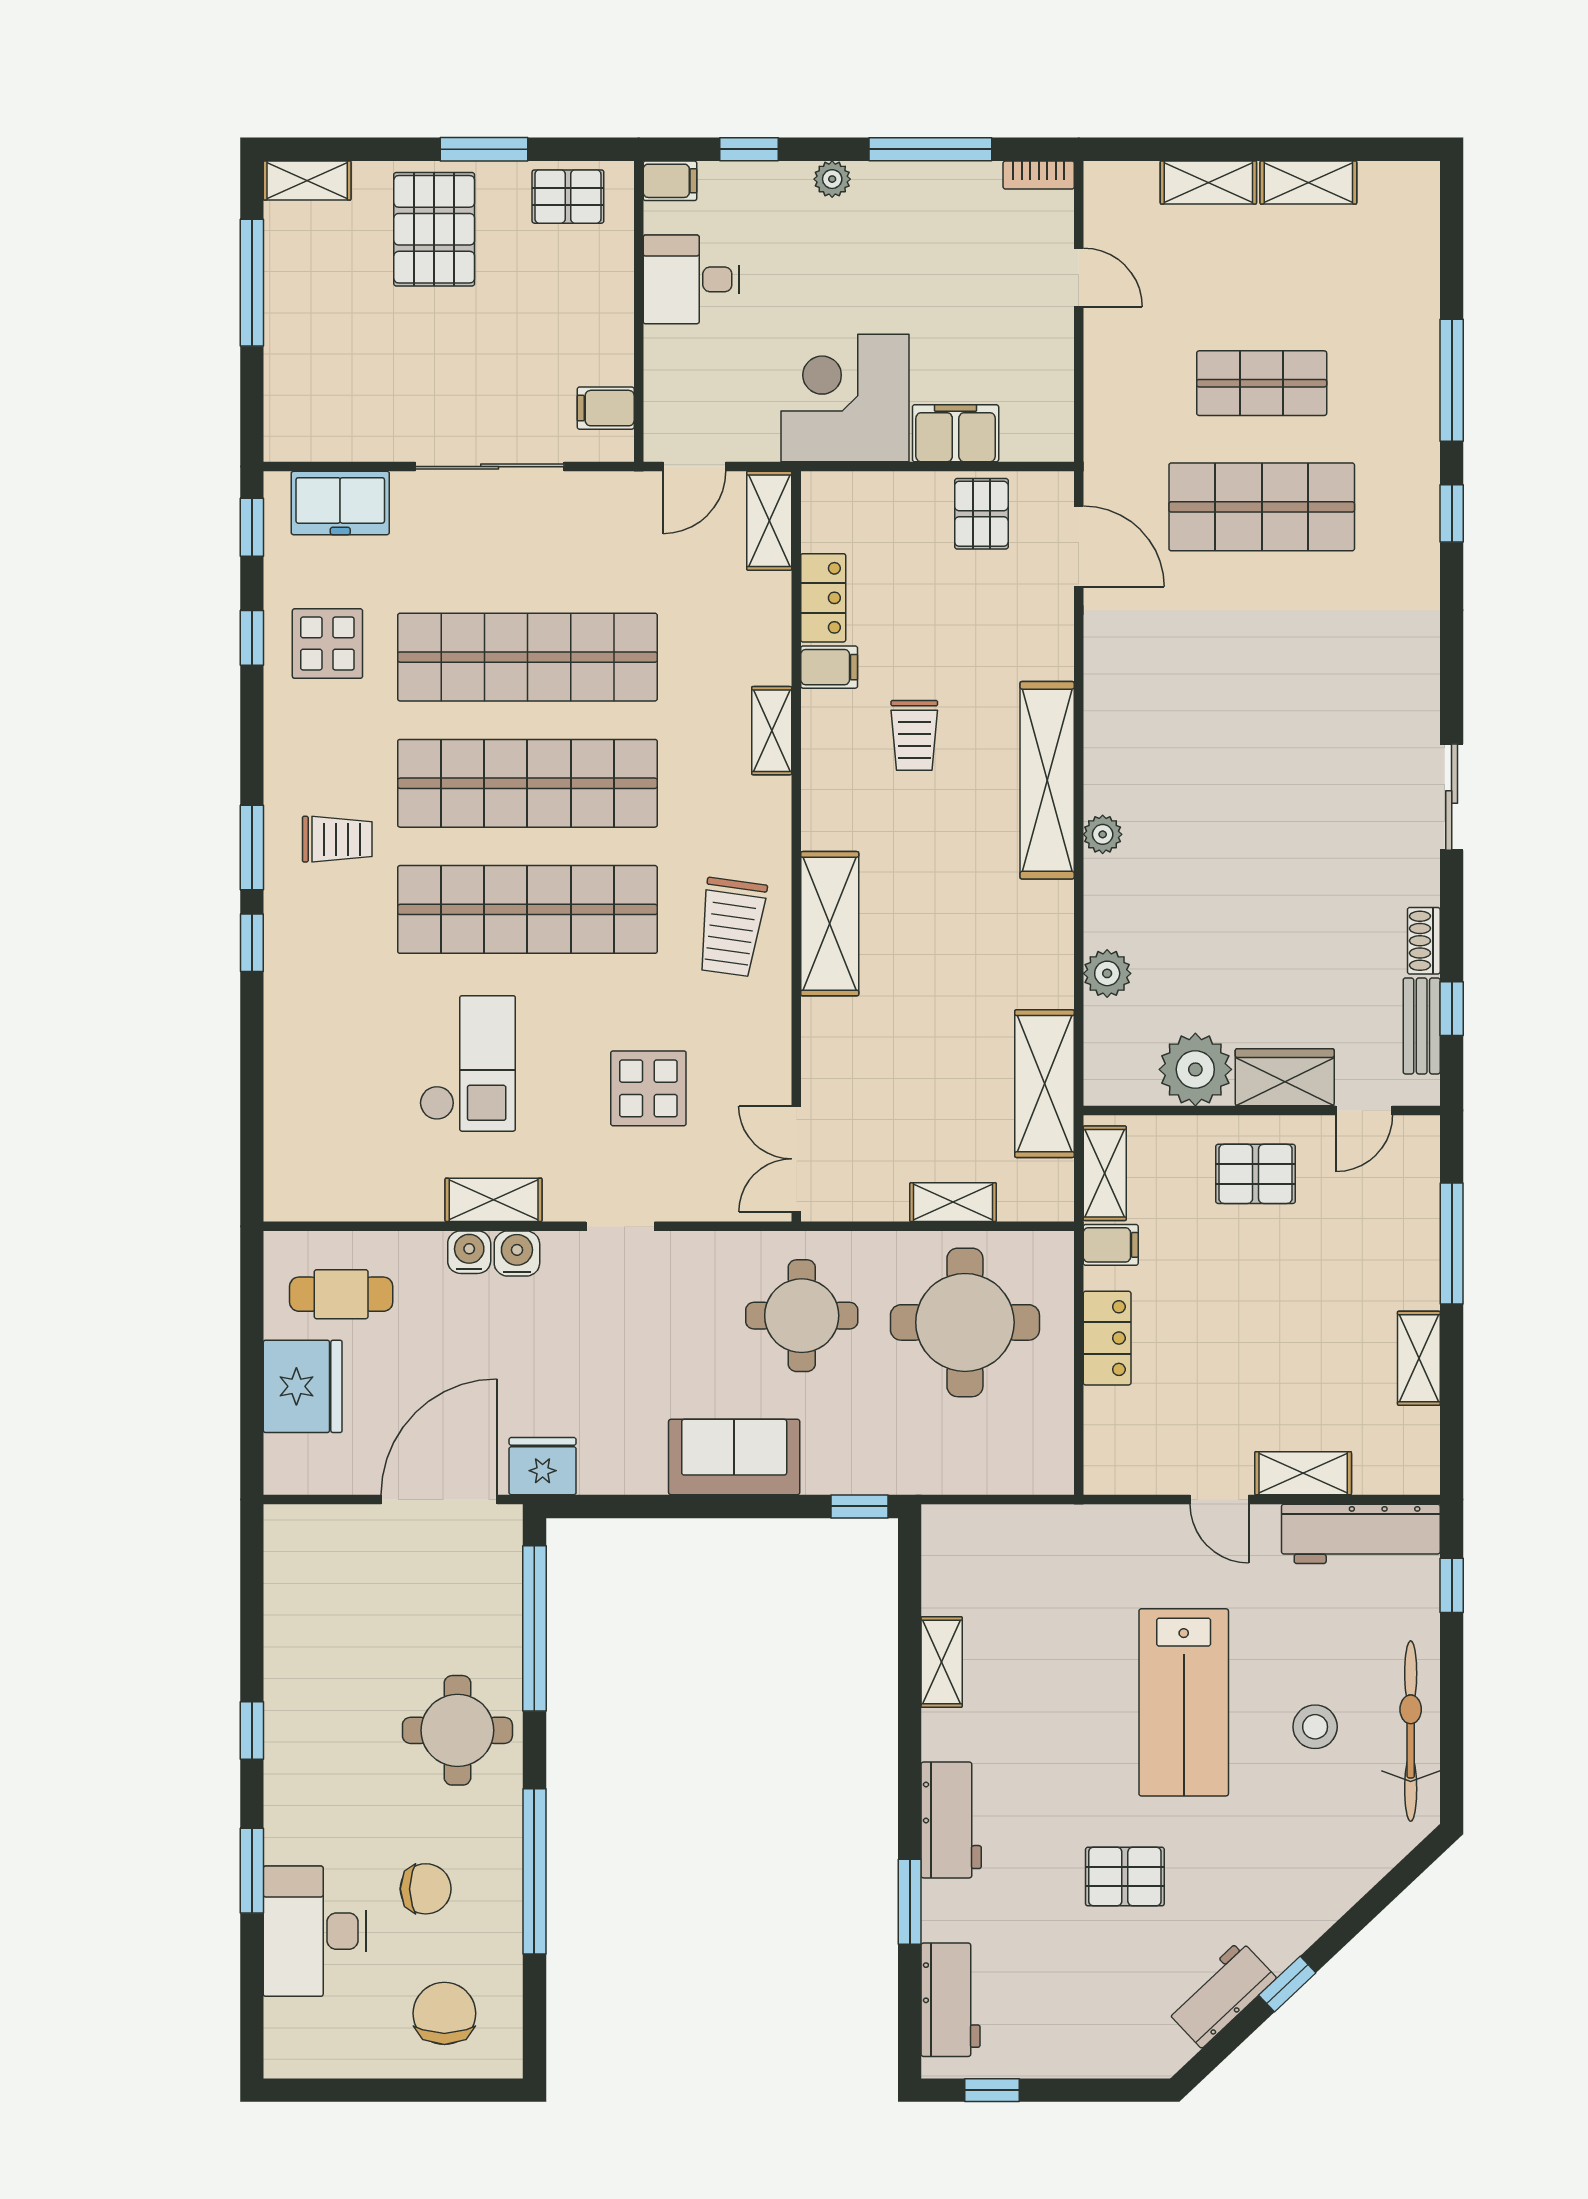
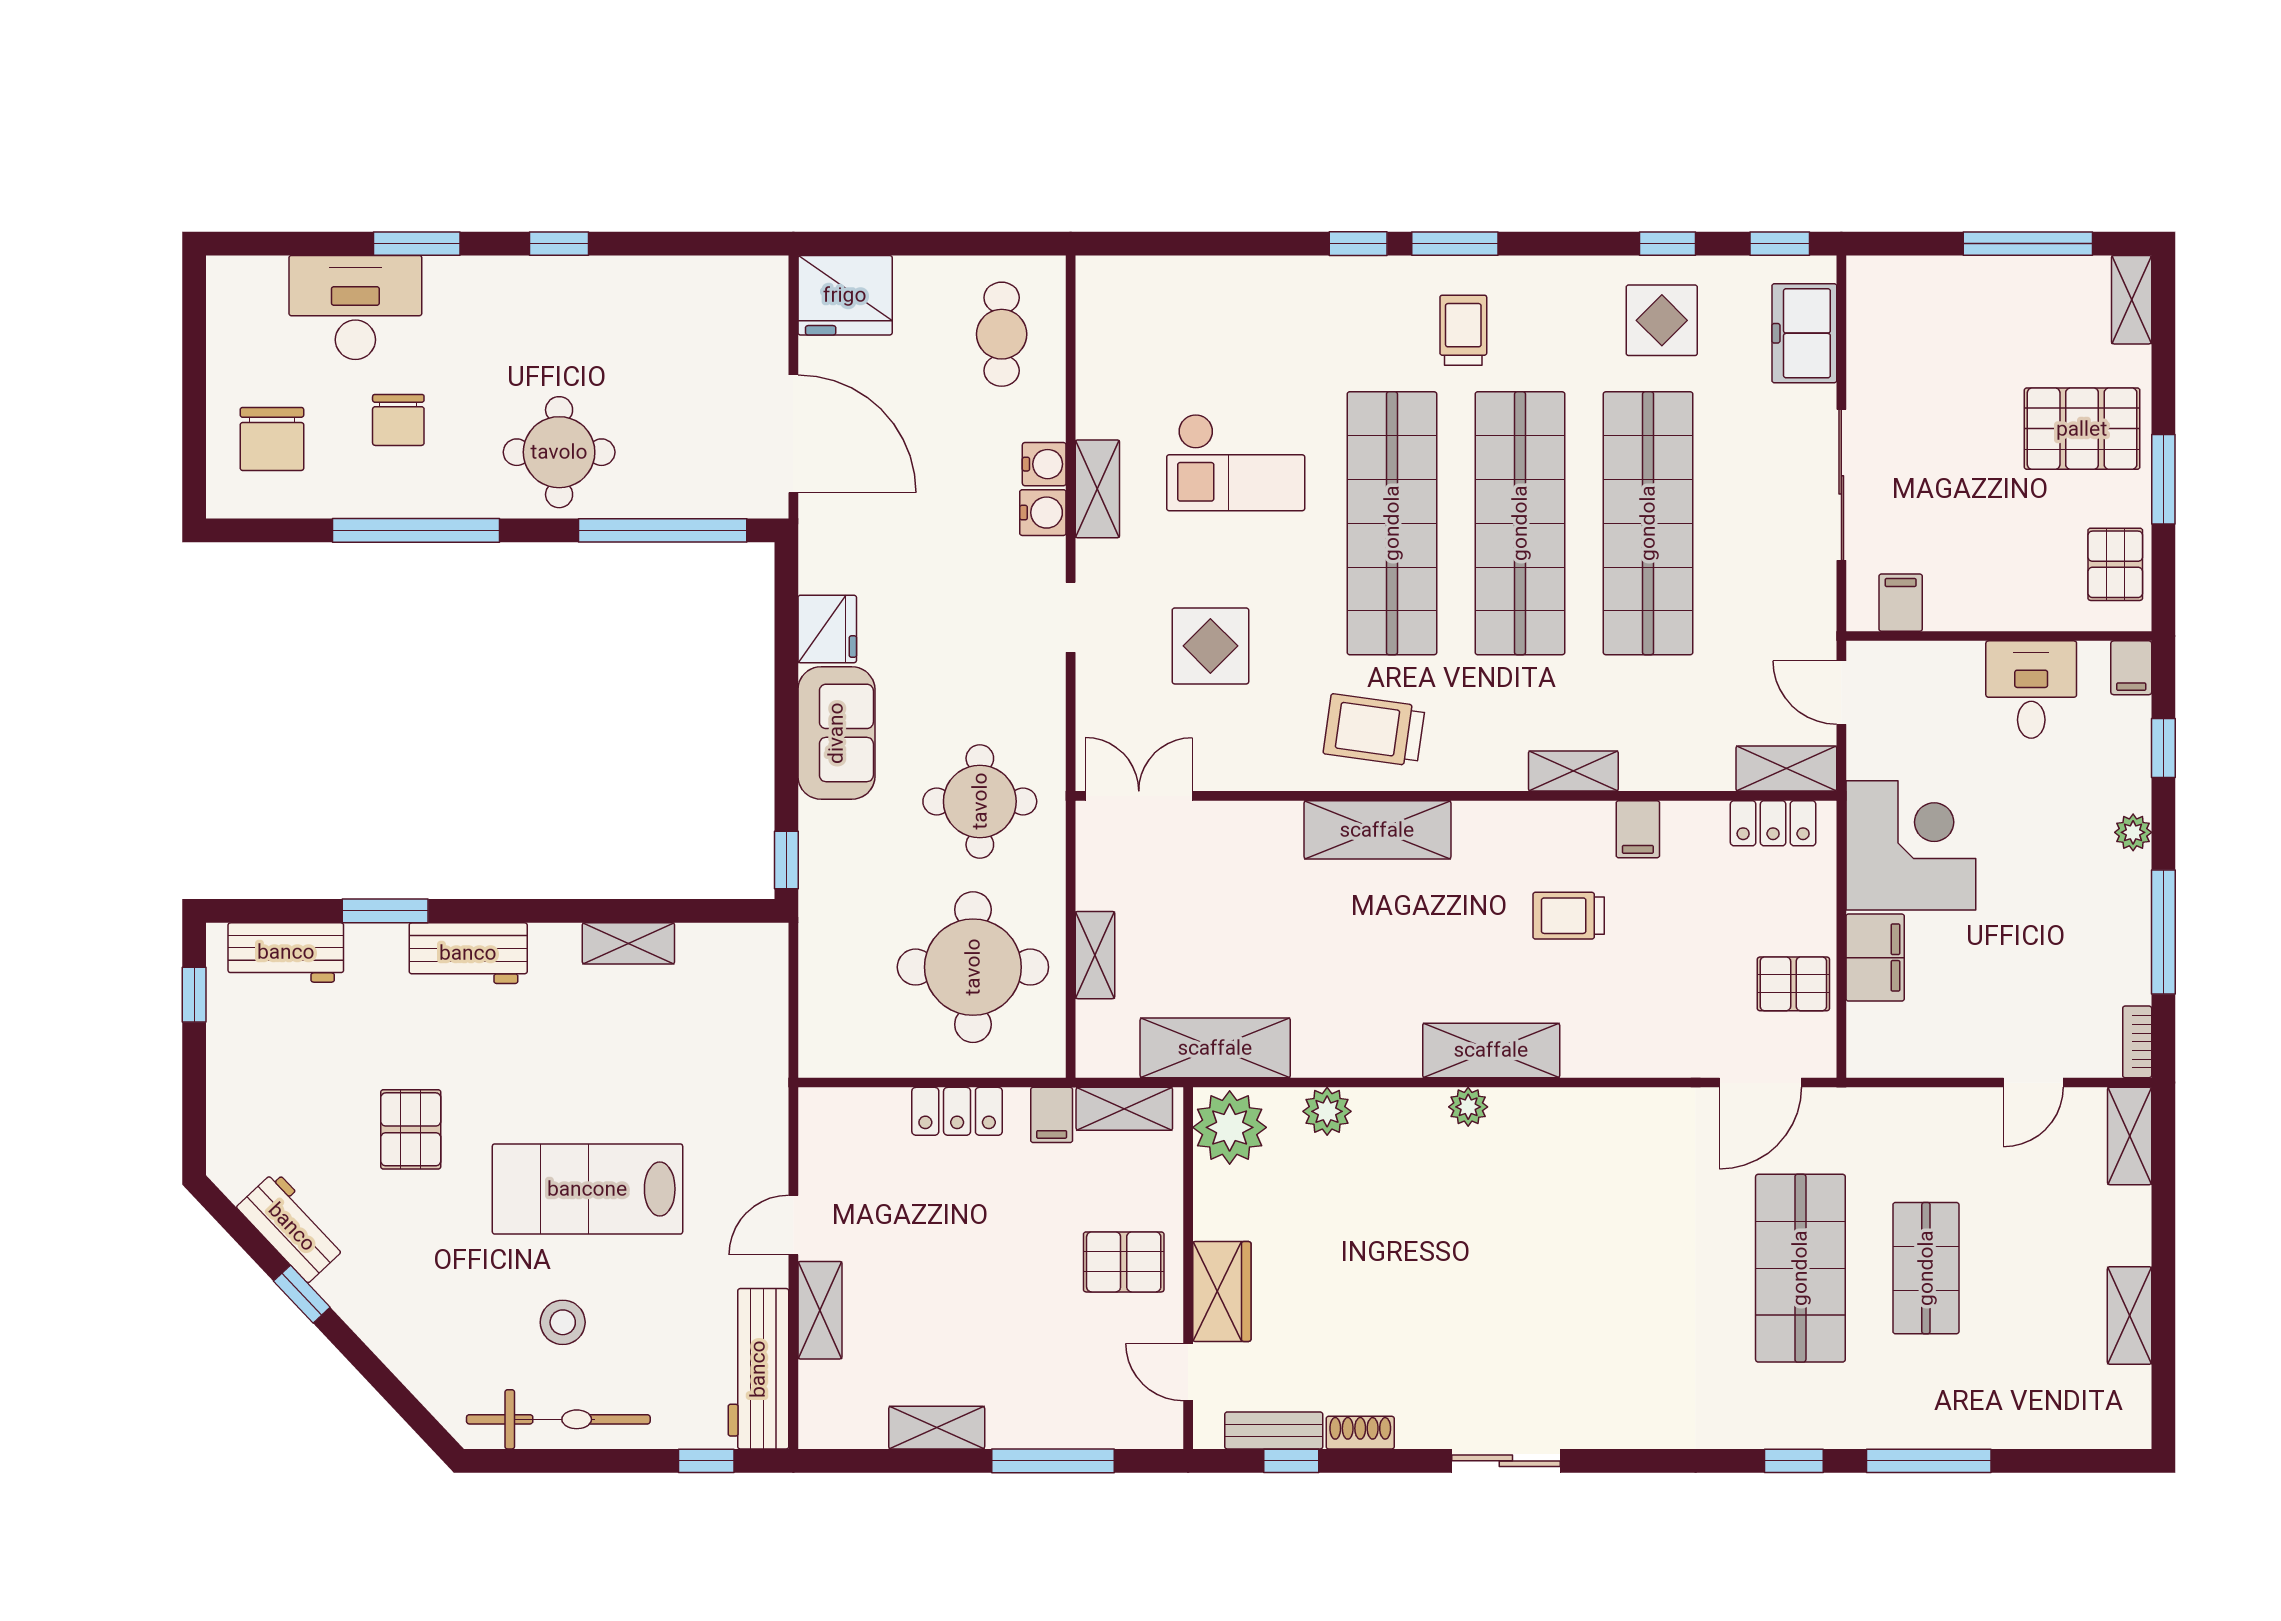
shelving: (1208, 182) -> (2130, 1136), moved
locker: (823, 598) -> (1773, 823), moved
shelving: (1047, 780) -> (1491, 1050), width x0.68
trolley: (337, 839) -> (1463, 330), turned 180
plant: (1195, 1069) -> (1230, 1127), moved
pallet: (1256, 1174) -> (1124, 1262), turned 90
fridge: (303, 1386) -> (845, 295), moved
fridge: (543, 1466) -> (827, 629), moved
chair: (444, 2013) -> (272, 439), turned 90

